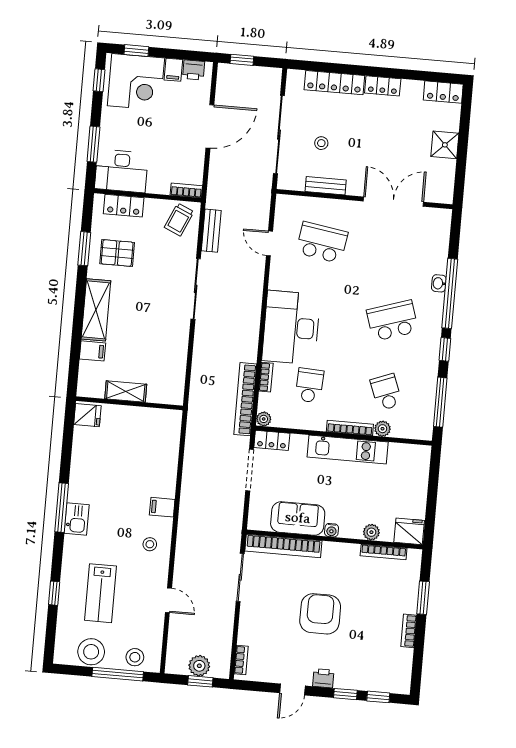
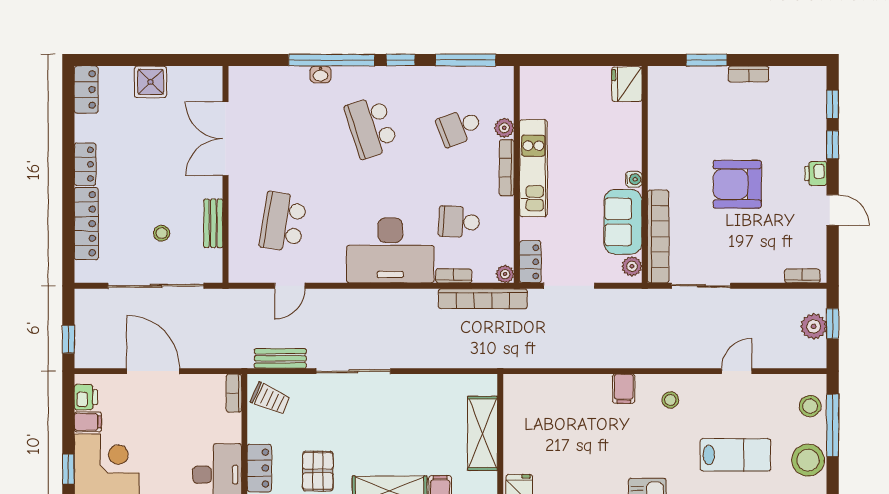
shelving: (126, 392) -> (483, 433), width x1.50, depth x1.33
plant: (371, 532) -> (632, 266), moved
bookcase: (384, 552) -> (655, 113), removed

